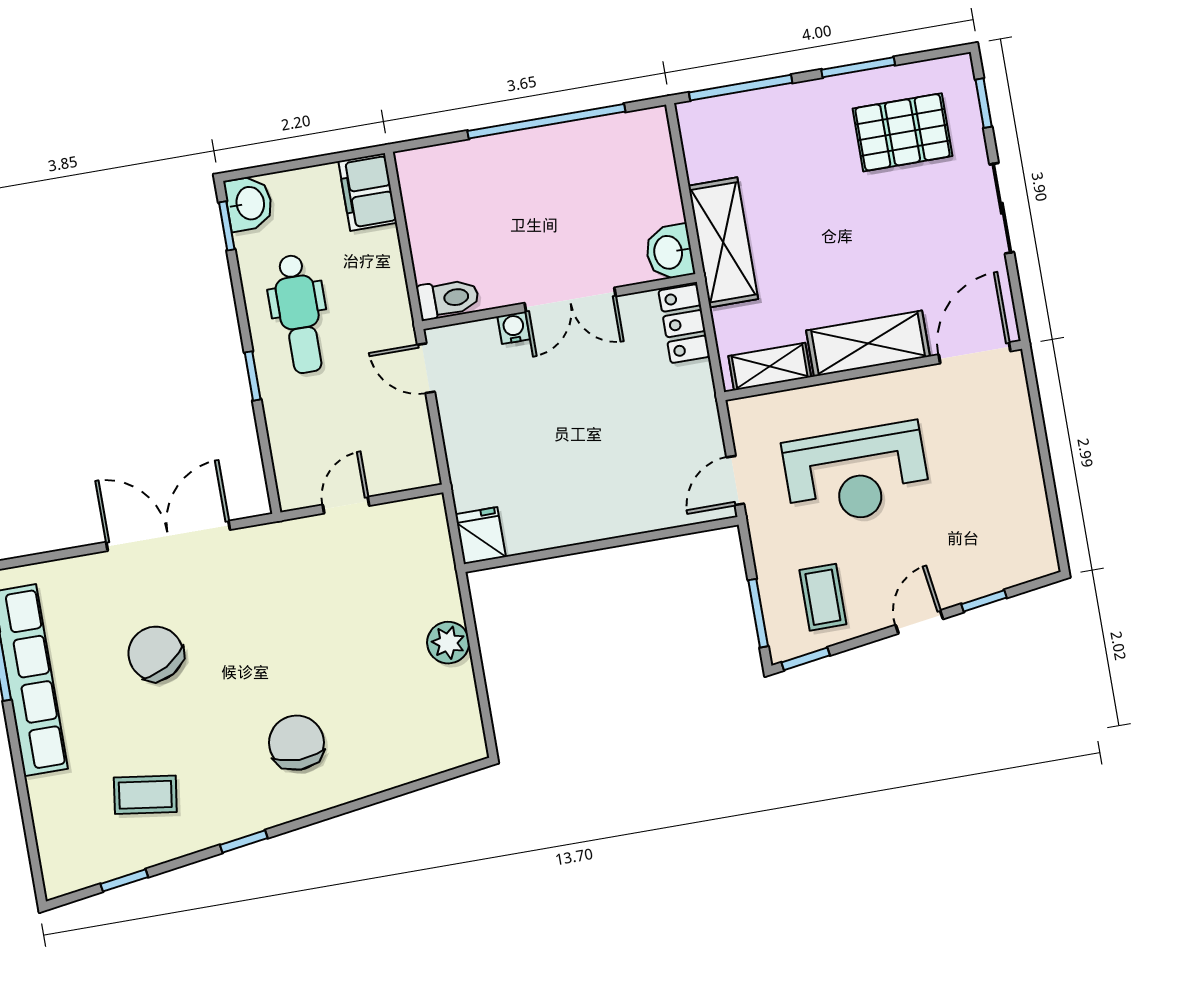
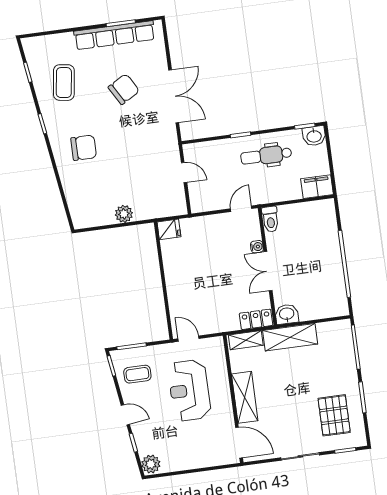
shelving: (770, 367) -> (246, 340), moved, turned 90
plant: (1033, 558) -> (151, 464), added
coffee table: (145, 795) -> (64, 83), width x1.36, depth x1.30

